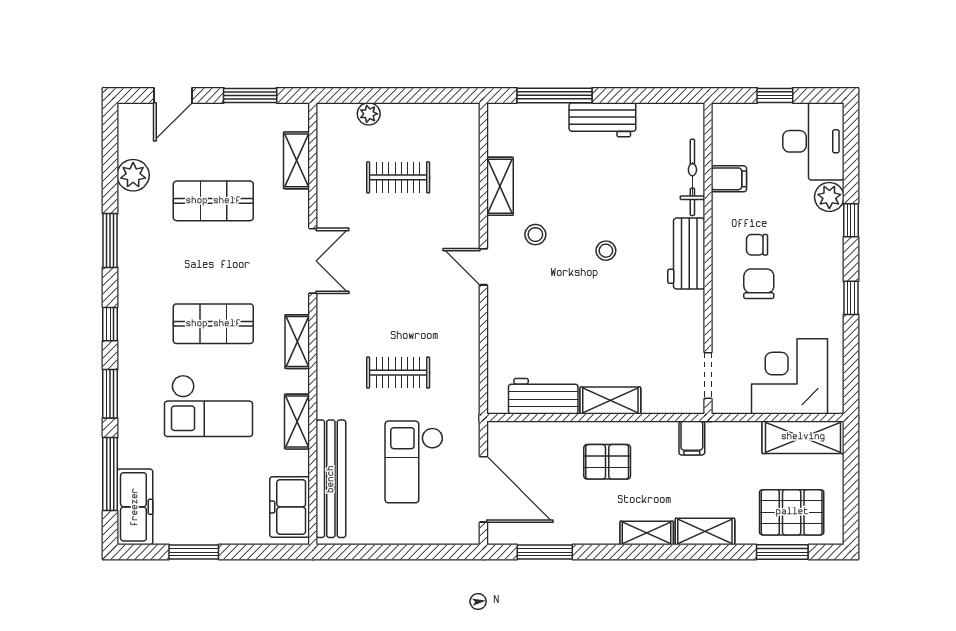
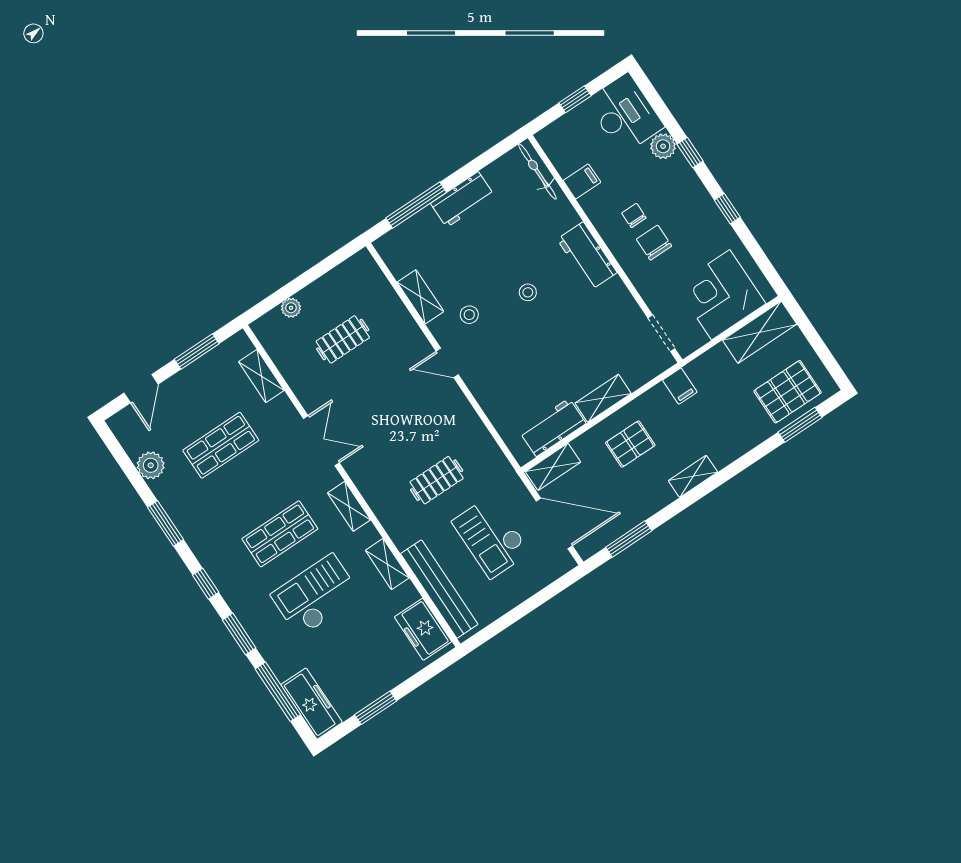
bicycle: (692, 177) -> (537, 172), moved
chair: (757, 245) -> (634, 215), turned 90
checkout: (208, 406) -> (316, 595), turned 180
shelving: (705, 532) -> (553, 467), moved

